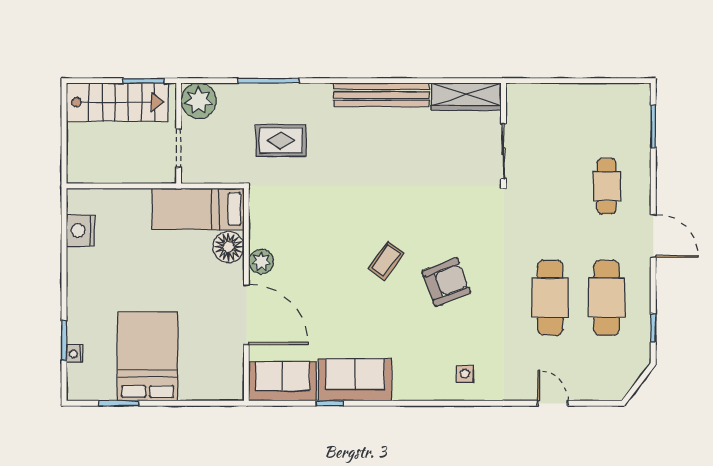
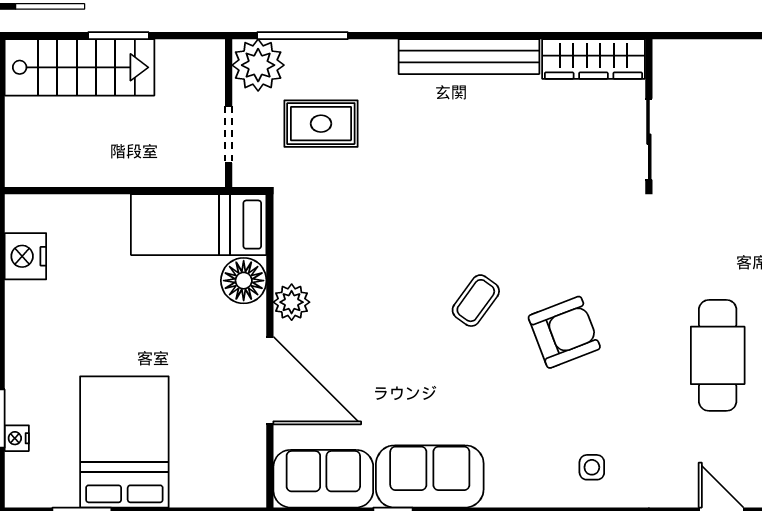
plant: (199, 101) -> (258, 65), moved
wall: (179, 133) -> (229, 113), moved
doorway: (179, 148) -> (229, 135), moved

